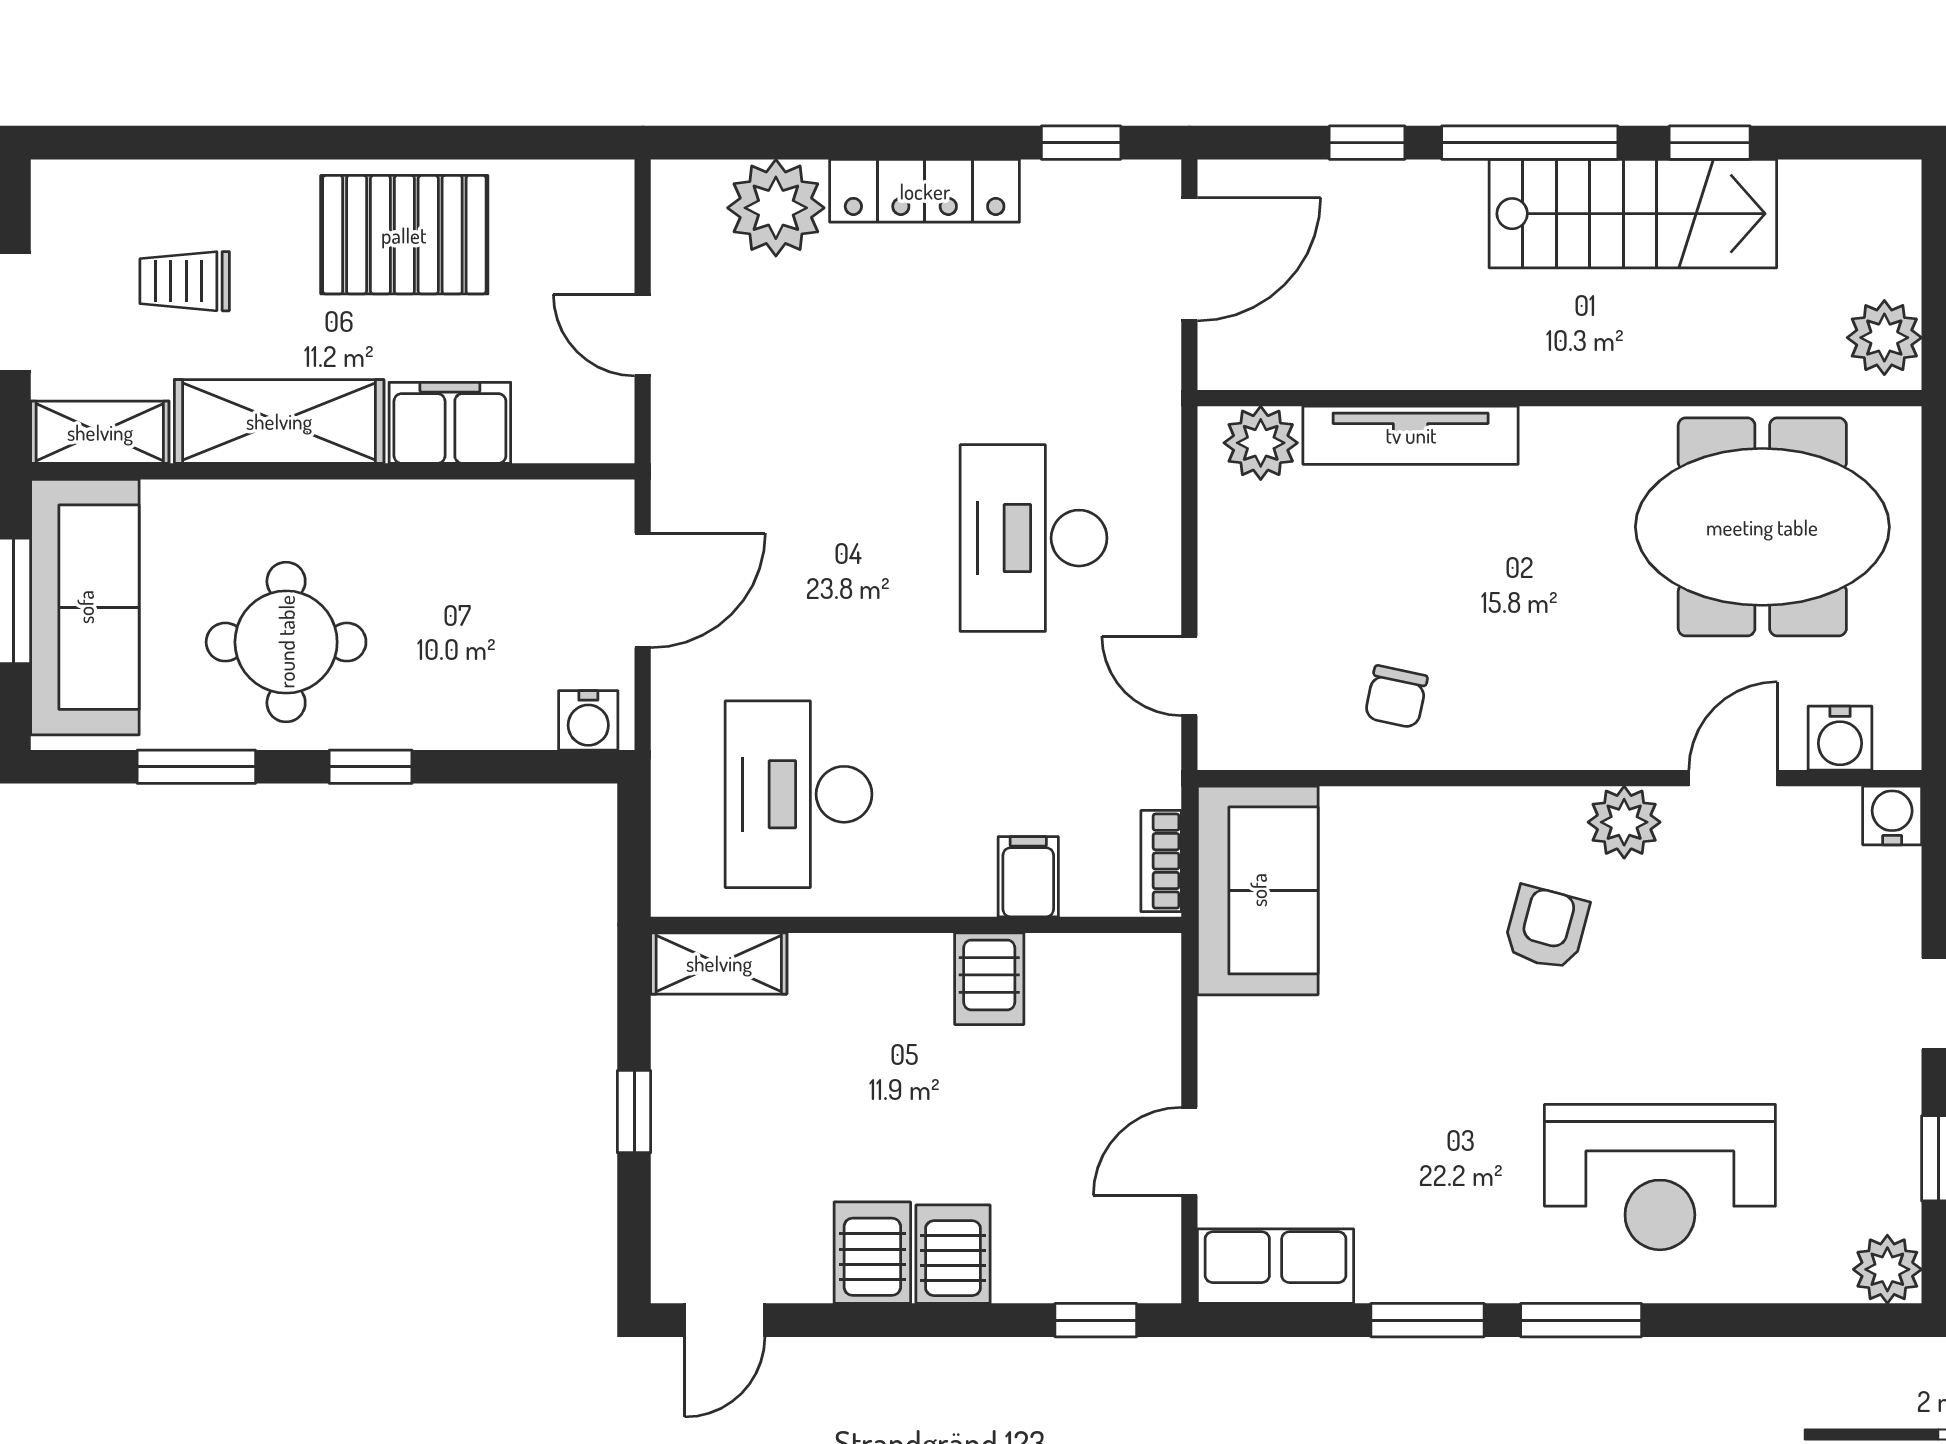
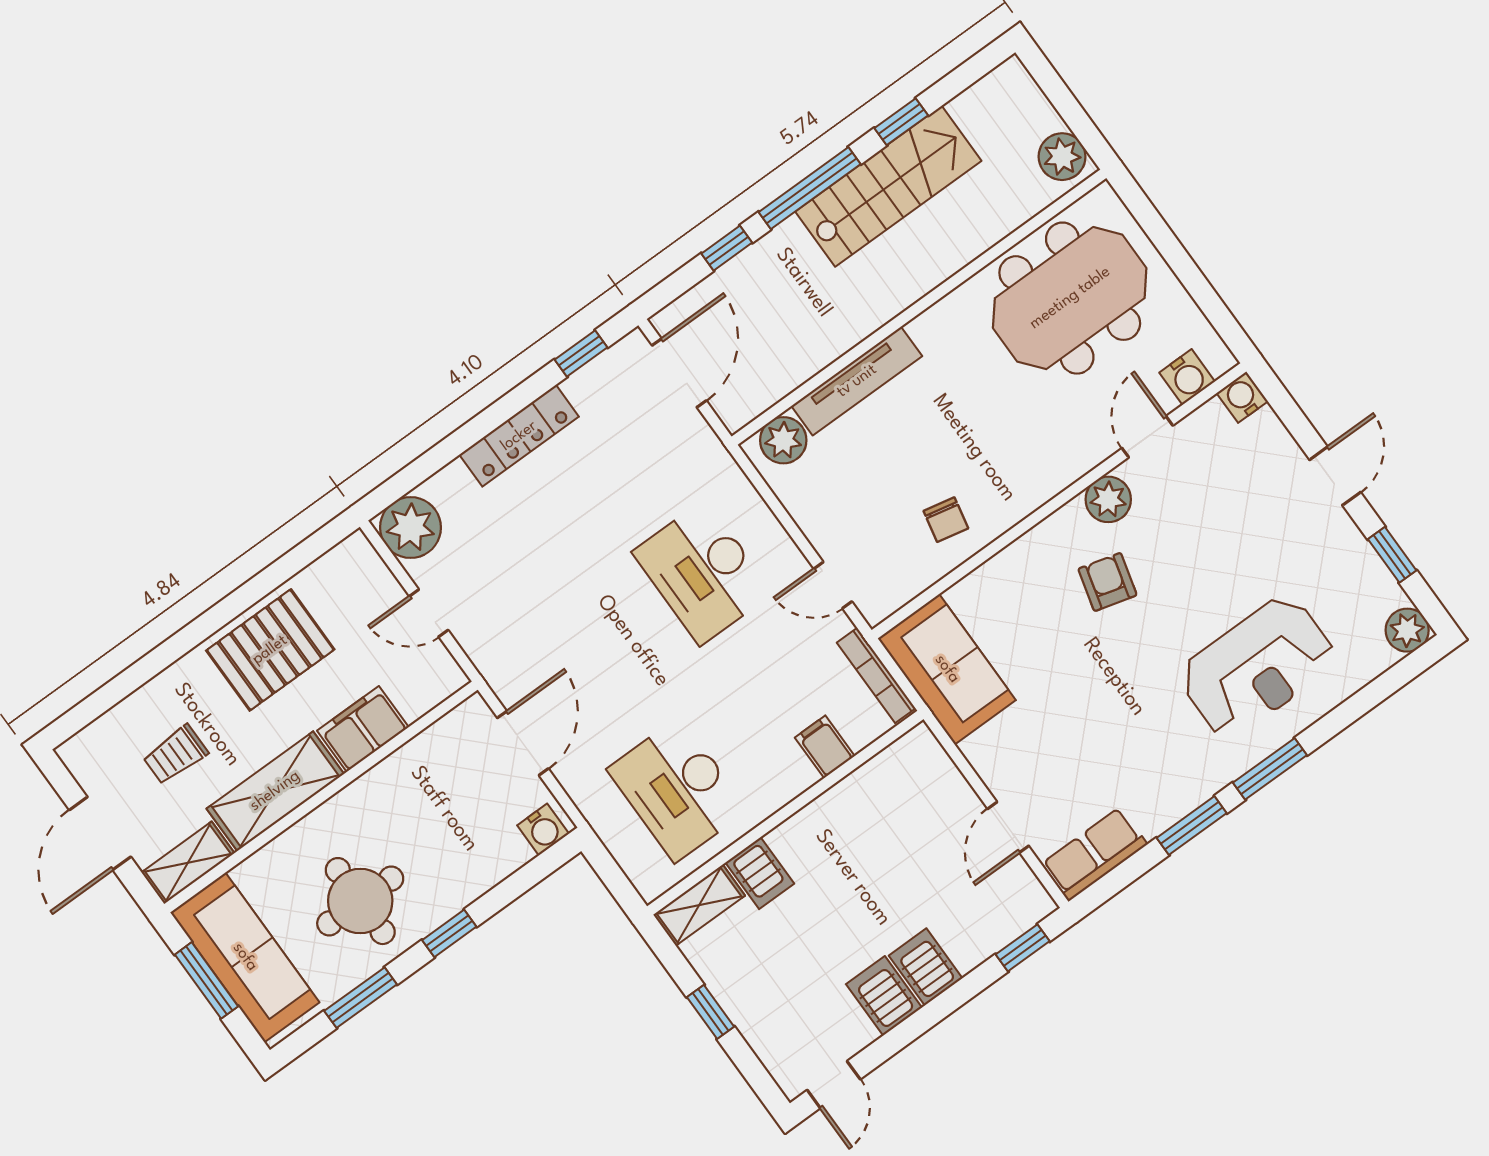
plant: (776, 208) -> (411, 528), moved
bookcase: (1161, 861) -> (876, 675), width x1.56
server rack: (989, 979) -> (760, 873), moved

